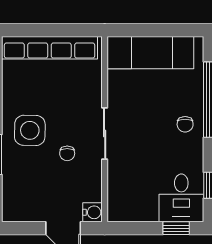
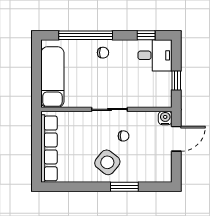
side table: (30, 130) -> (107, 162), turned 38
window: (176, 228) -> (176, 80), moved

